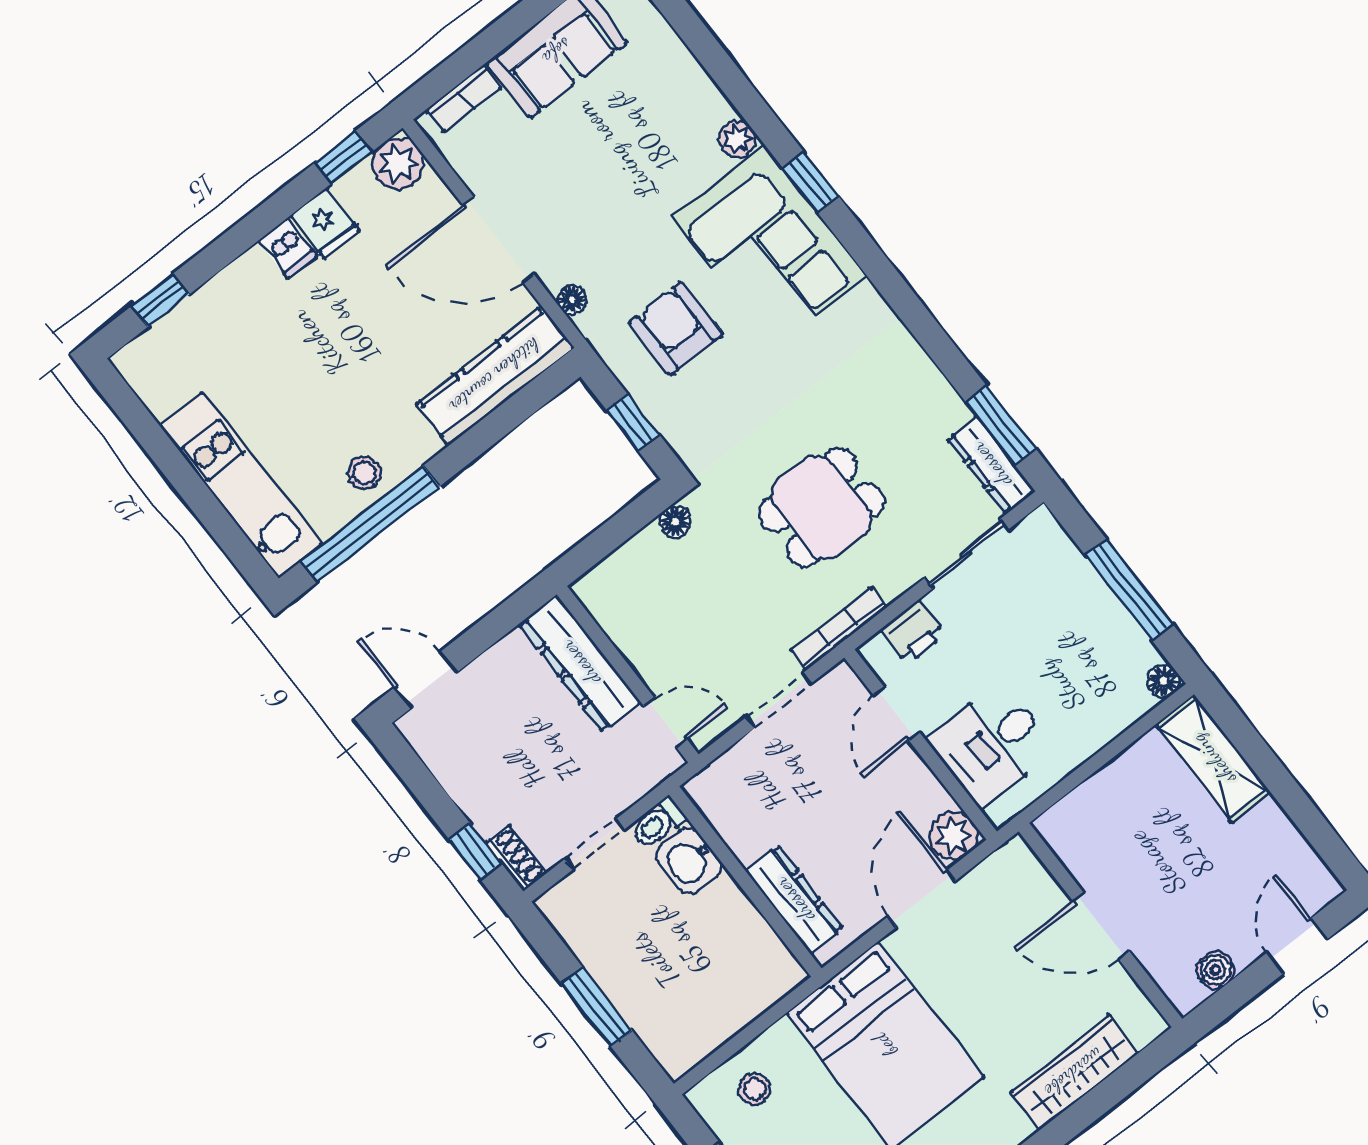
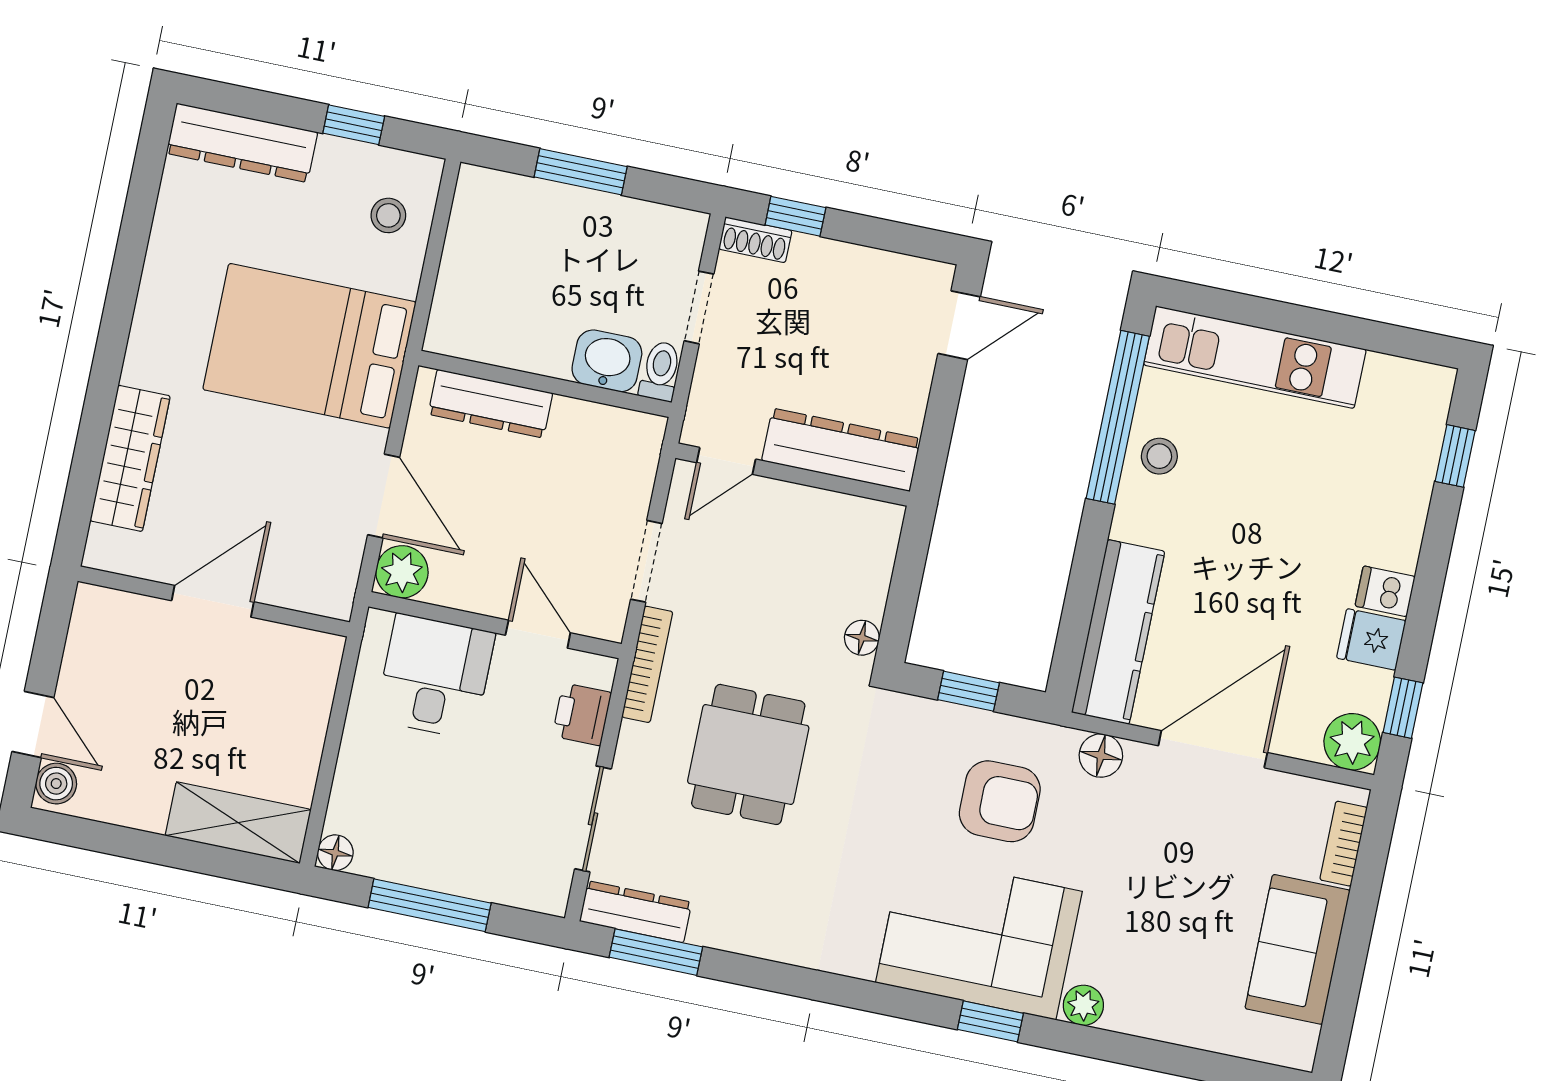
floor lamp: (572, 300) -> (1101, 756), width x1.37, depth x1.37
boiler: (1215, 970) -> (56, 784), moved

